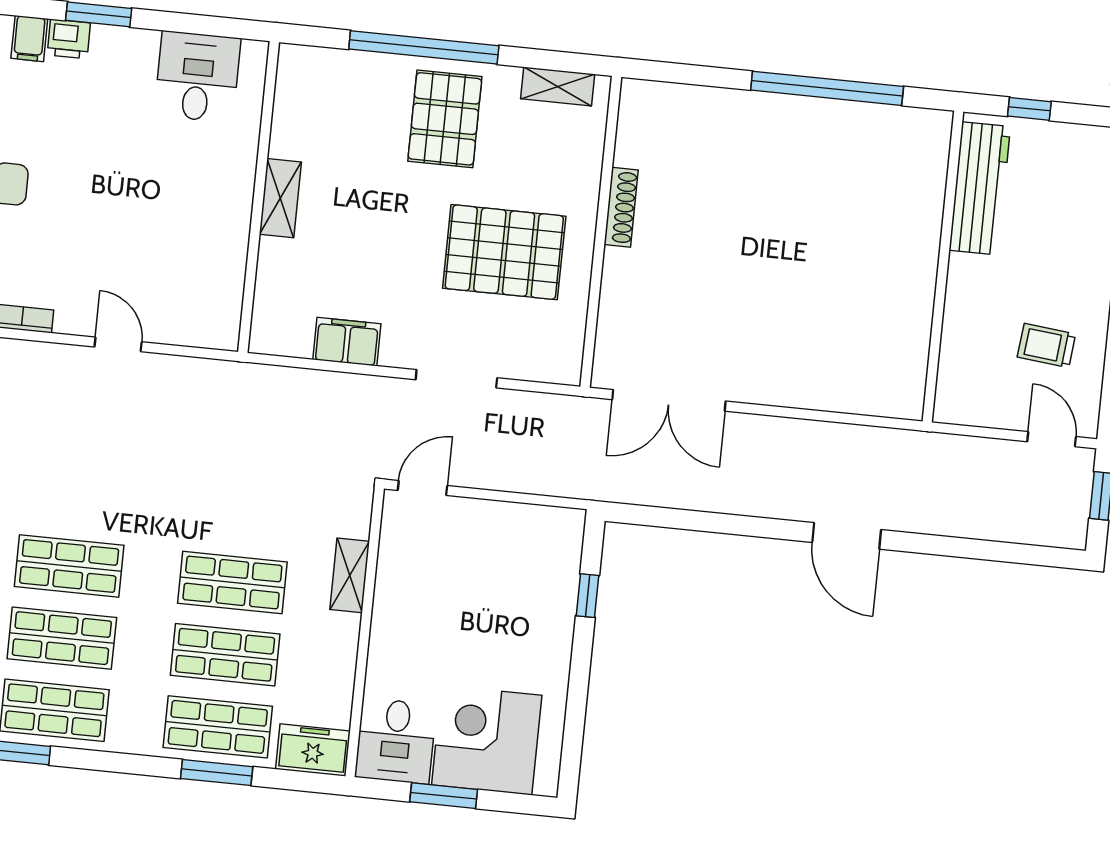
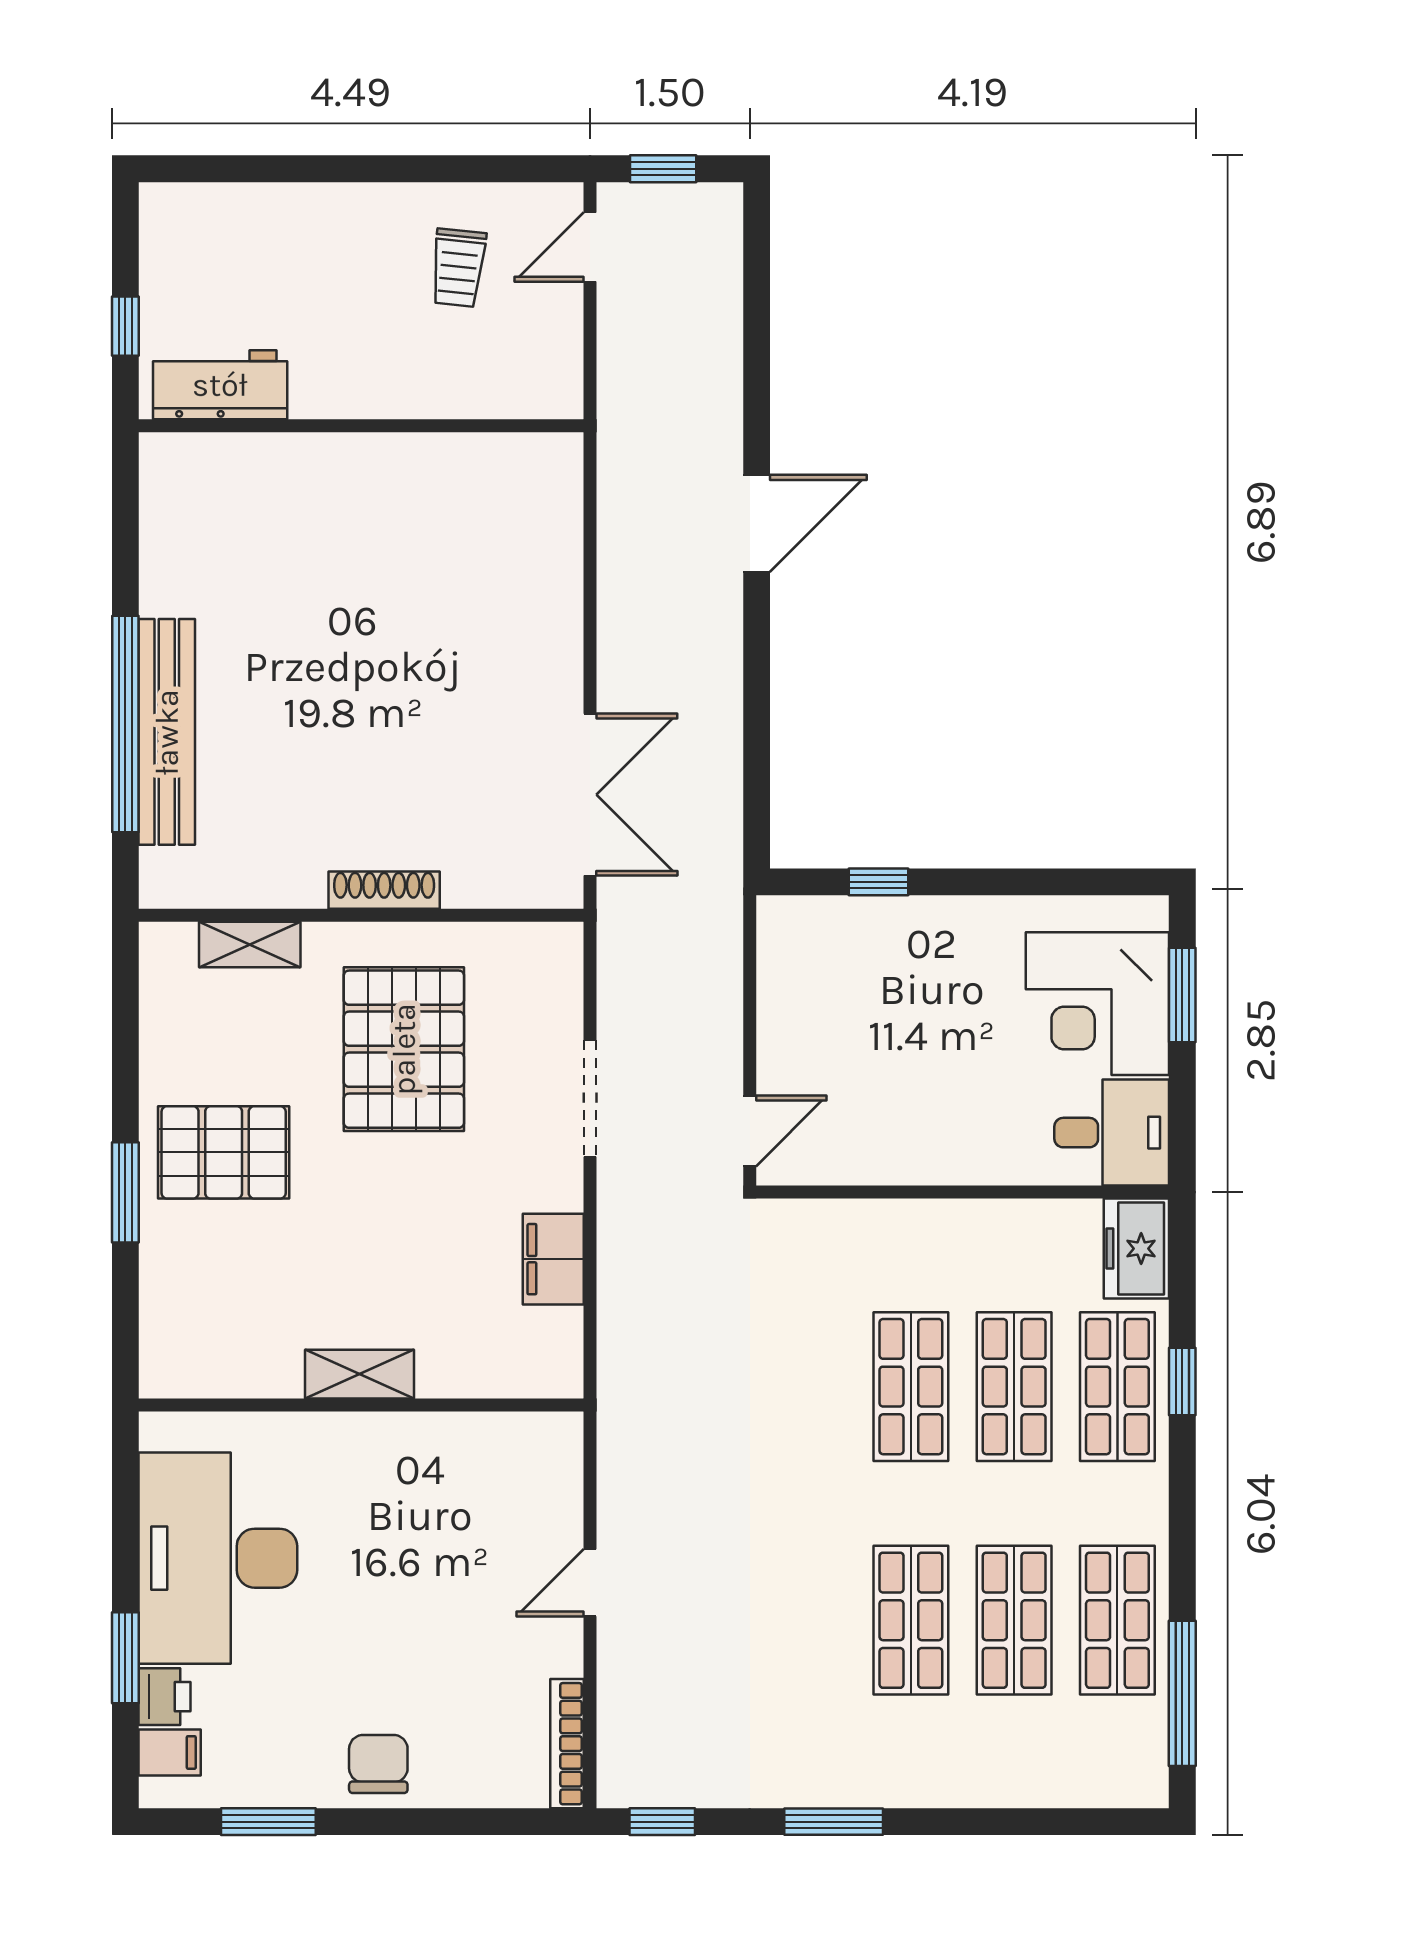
window: (424, 47) -> (125, 1192), width x0.47
desk: (197, 77) -> (218, 1558), width x1.87, depth x1.30
shelving: (558, 86) -> (250, 945), moved, turned 90
window: (827, 88) -> (125, 724), moved
bench: (743, 109) -> (167, 732), added
workbench: (980, 188) -> (220, 385), width x0.73
shoe rack: (621, 207) -> (384, 890), moved
door: (422, 488) -> (750, 1131), swing flipped
shelving: (350, 575) -> (884, 1222), removed
window: (217, 773) -> (1182, 1382), width x0.67
window: (444, 796) -> (1182, 995), moved

